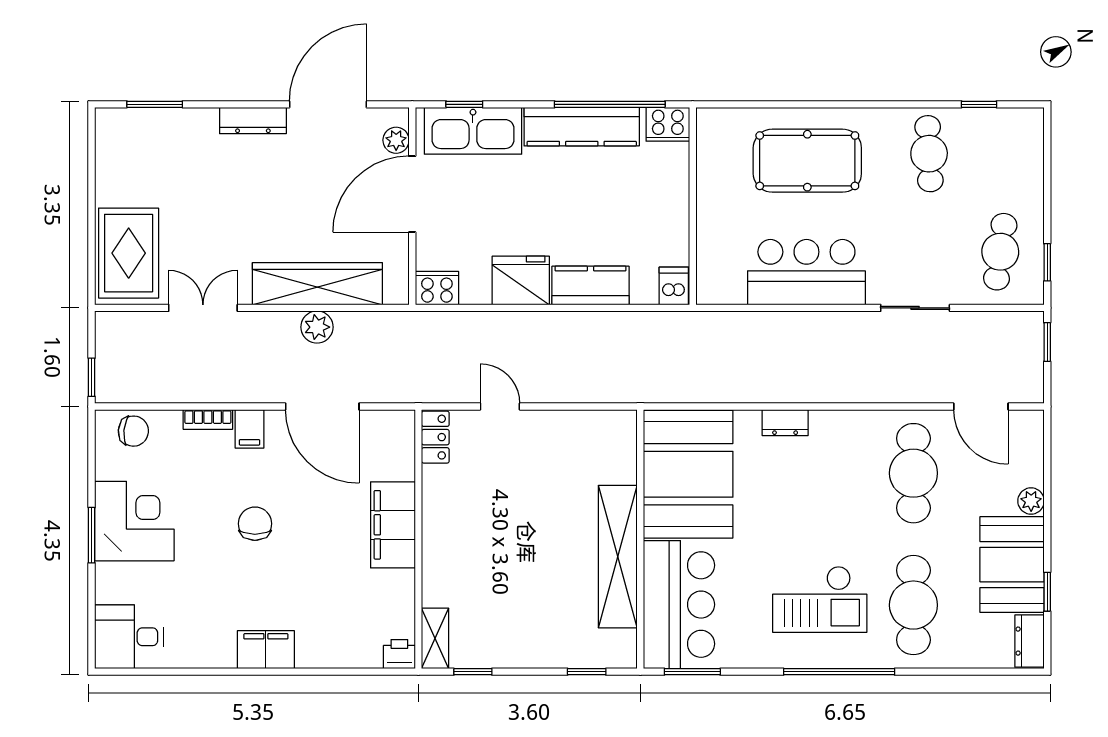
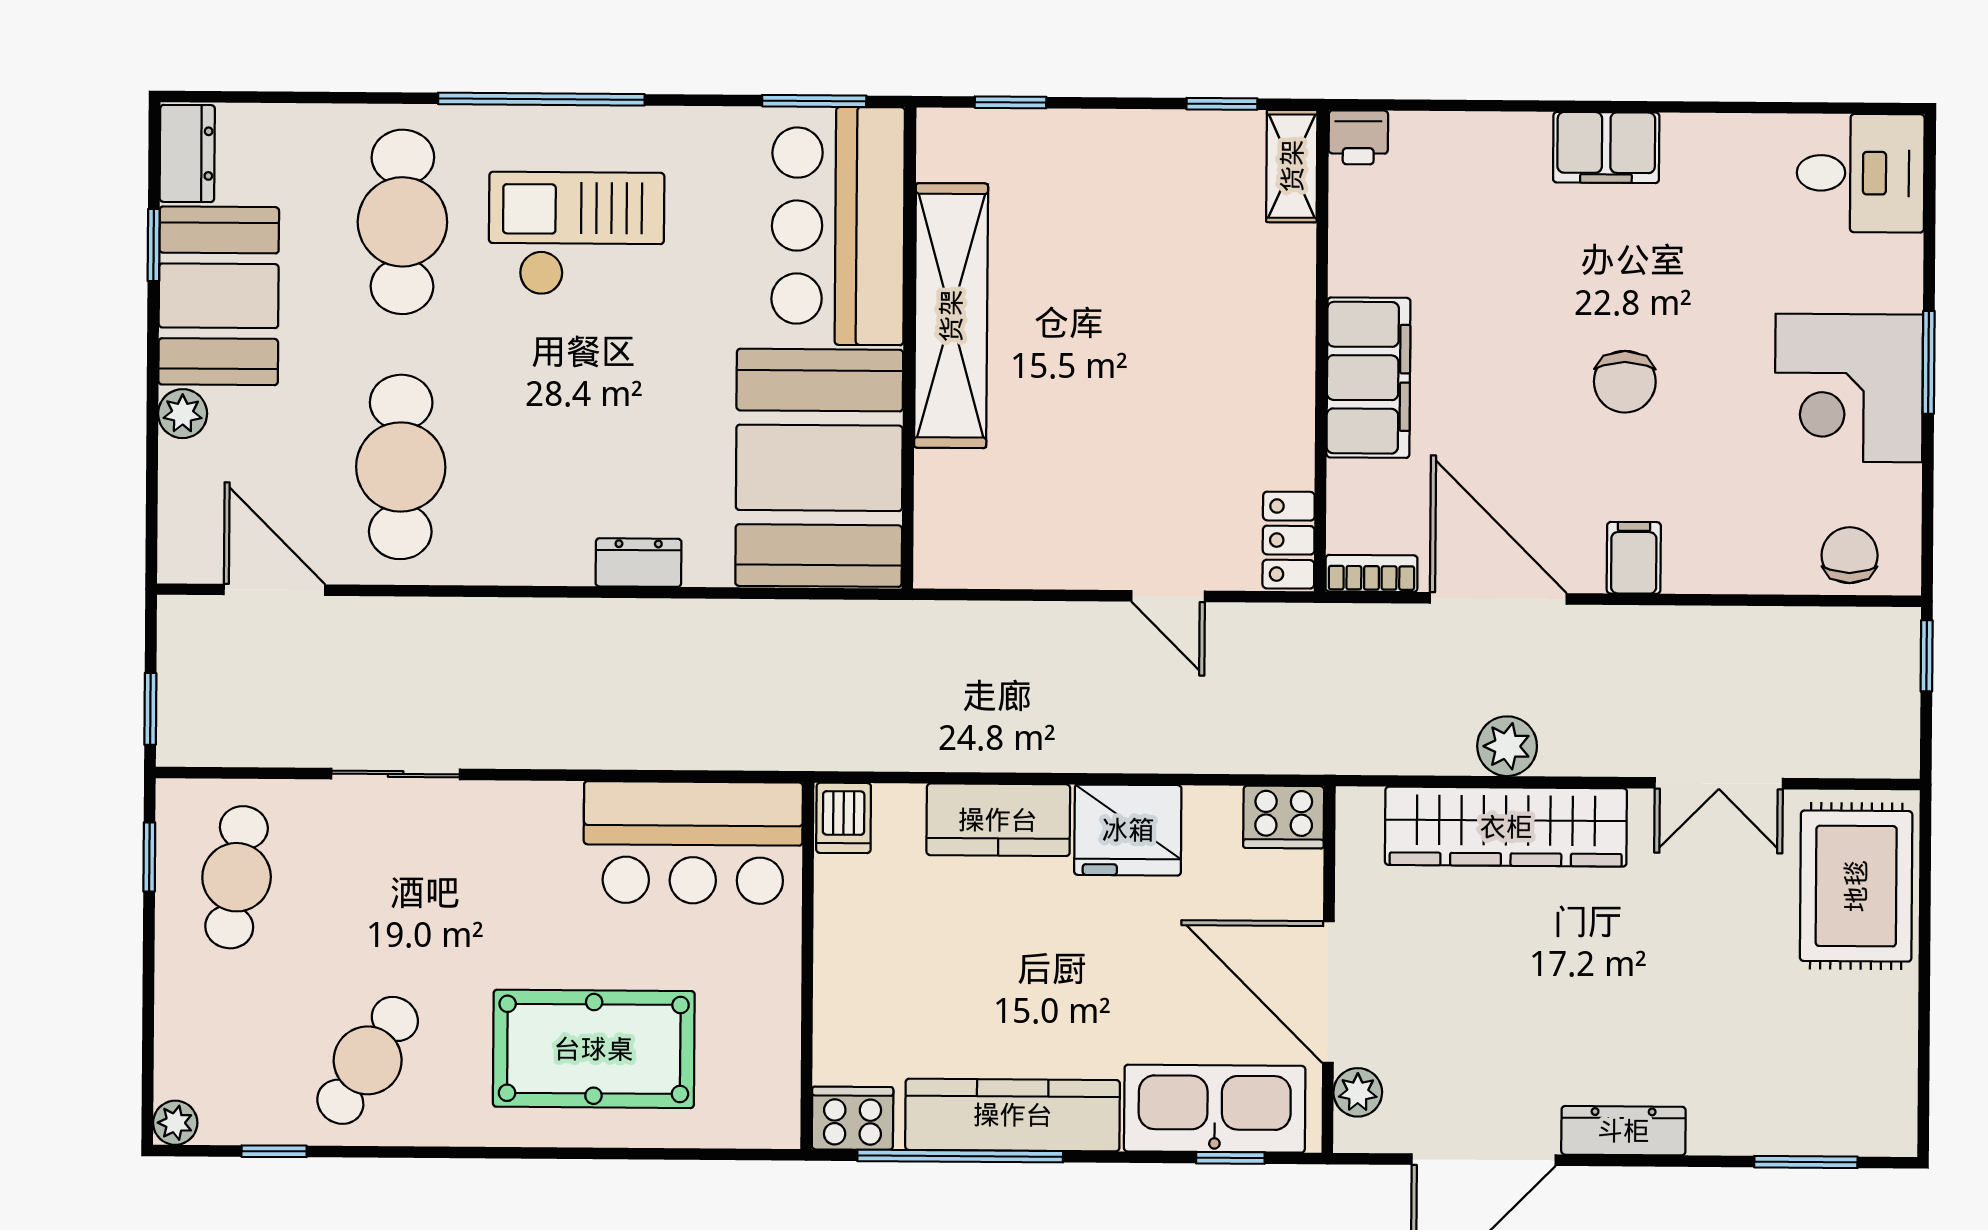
plant: (1032, 119) -> (175, 1123), added
cafe table: (929, 154) -> (368, 1060), turned 36
door: (412, 194) -> (1328, 992), swing flipped
bar counter: (806, 272) -> (693, 843), moved
bookcase: (208, 419) -> (1371, 573), moved
chair: (133, 431) -> (1850, 555), turned 85

